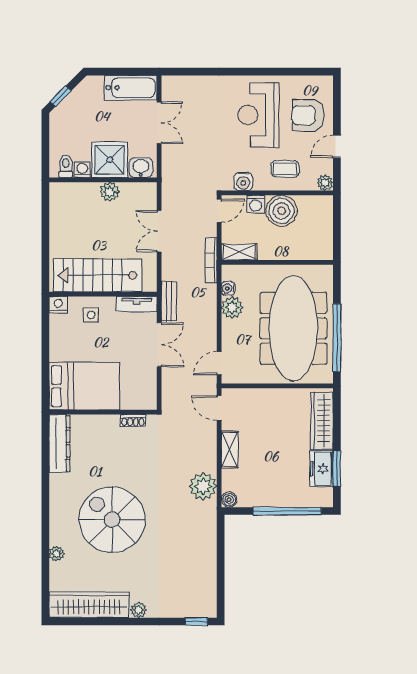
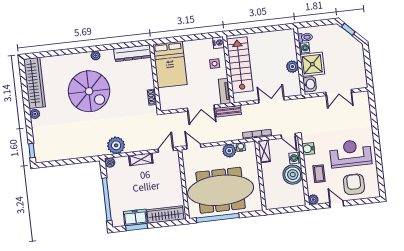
bathtub: (131, 88) -> (358, 72), removed
spiral stairs: (112, 520) -> (89, 91), turned 90
plant: (57, 554) -> (96, 56), moved

